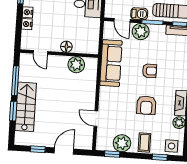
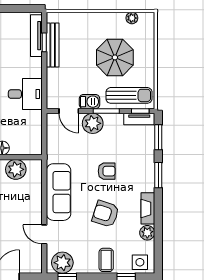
sofa: (111, 63) -> (59, 192), moved
armchair: (146, 105) -> (106, 214), turned 108
plant: (122, 143) -> (62, 263), moved

